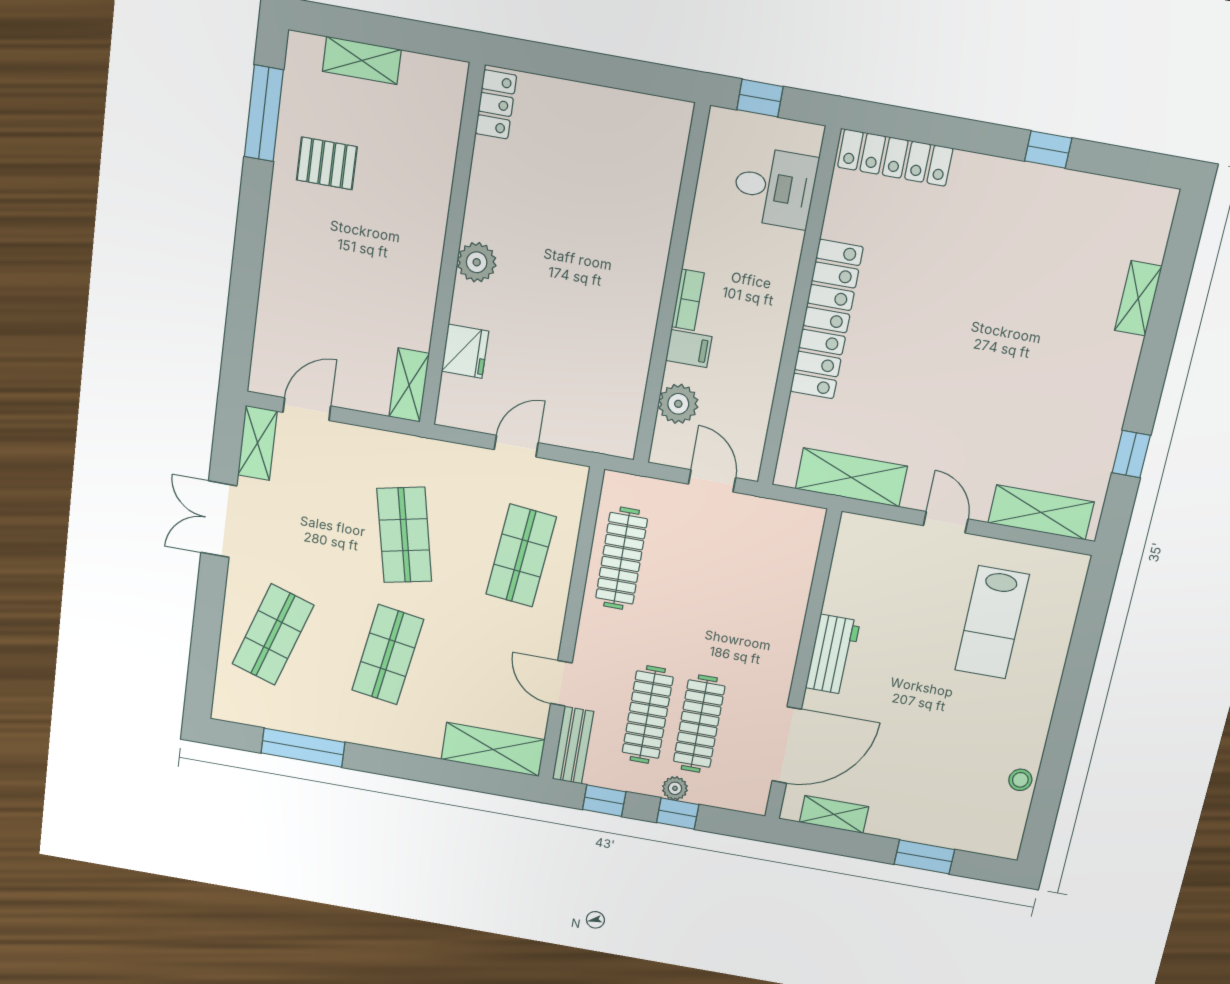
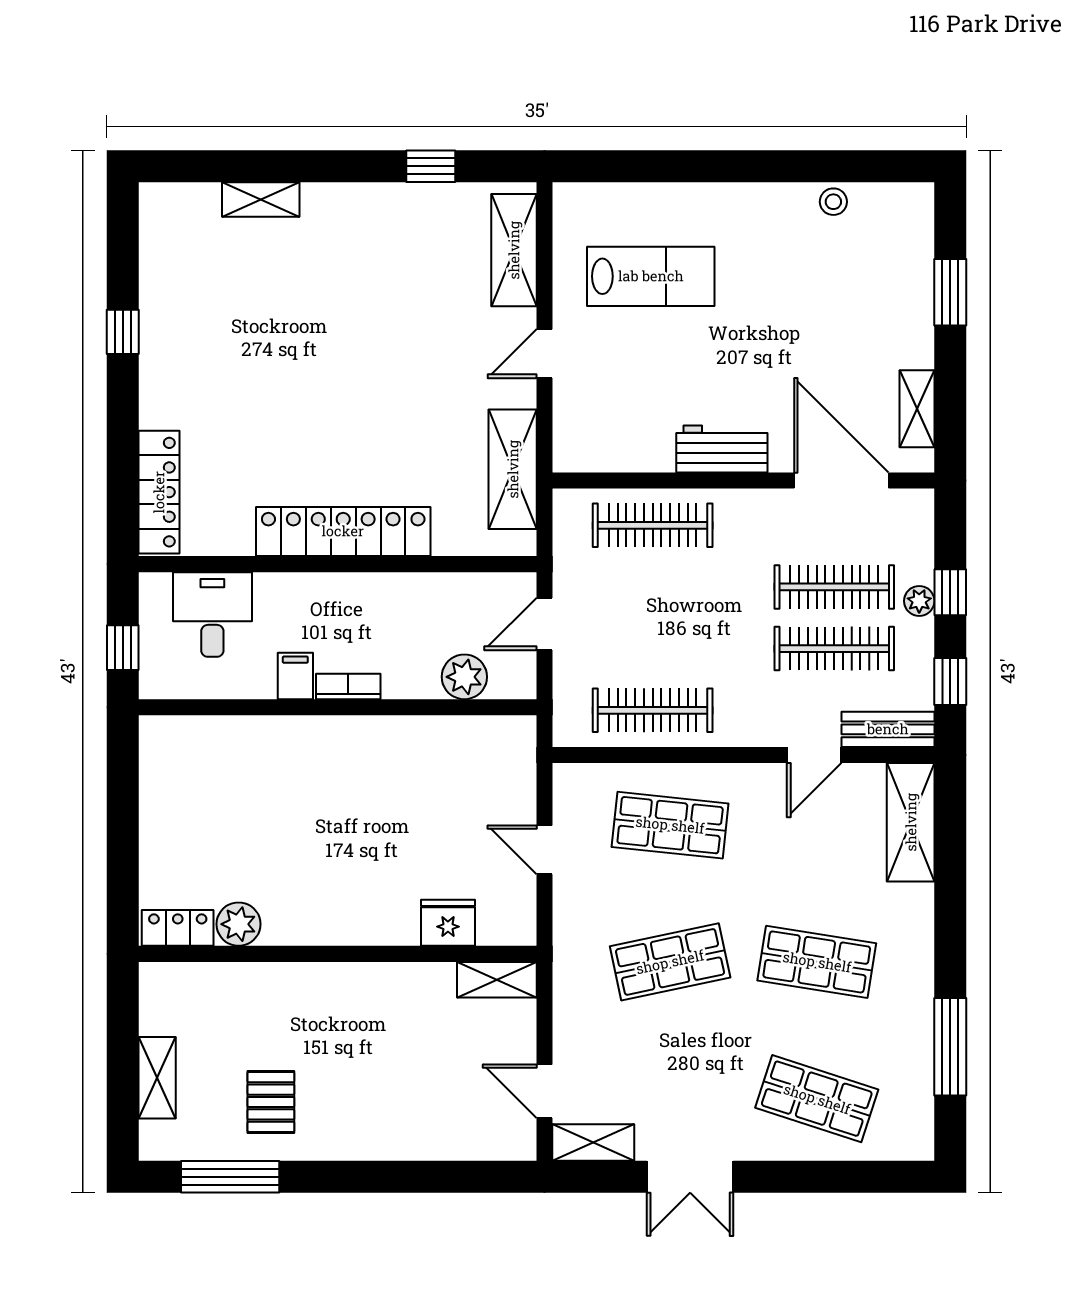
plant: (477, 262) -> (239, 924), moved
filing cabinet: (689, 349) -> (295, 676), moved
clothes rail: (779, 586) -> (653, 525), added

